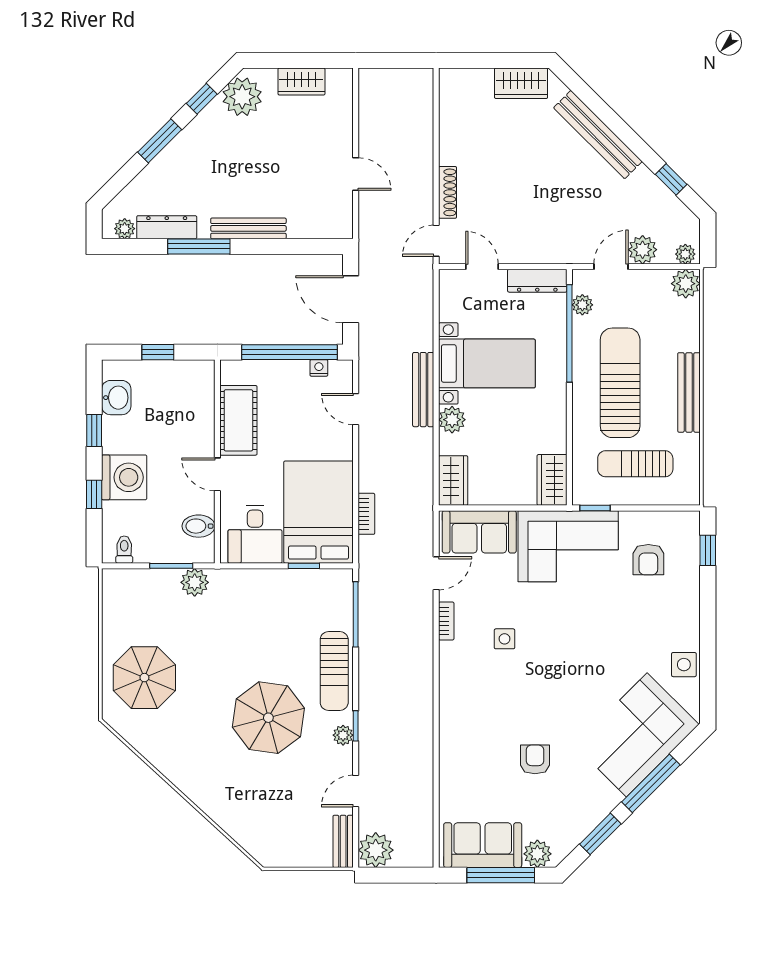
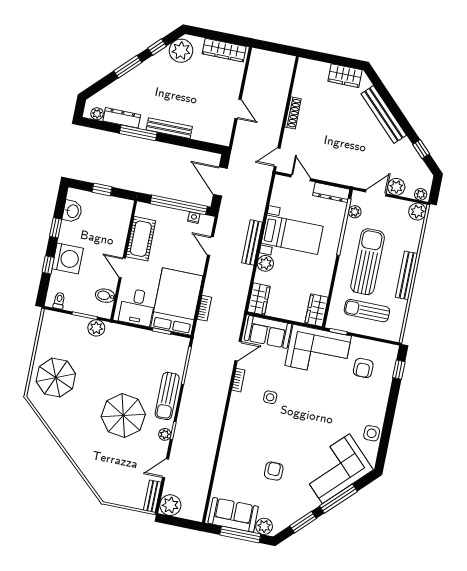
wardrobe: (301, 82) -> (224, 50), width x1.50
shoe rack: (448, 192) -> (293, 113), moved

